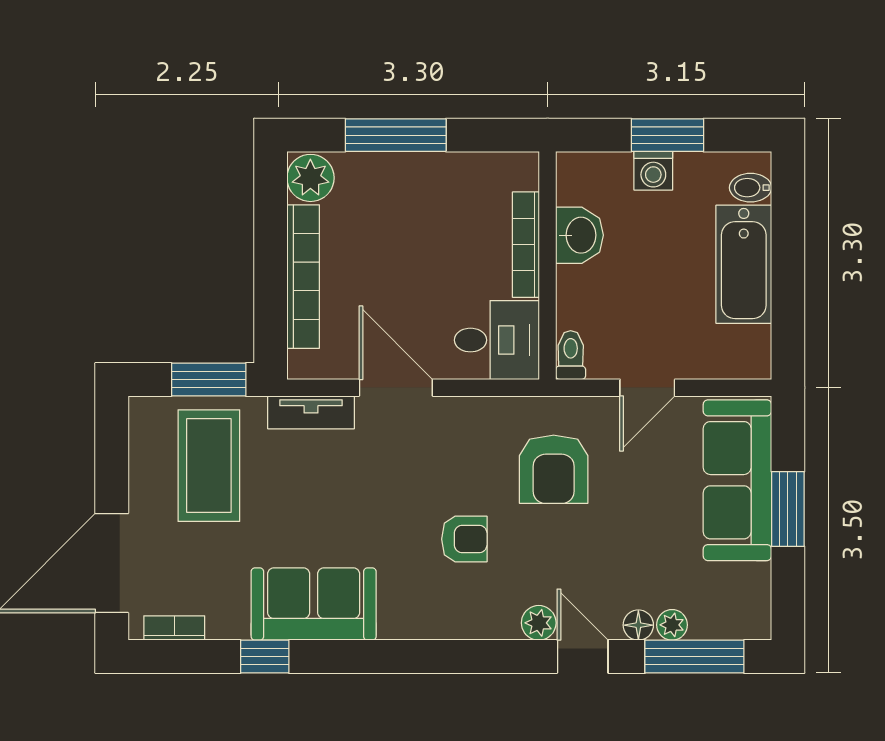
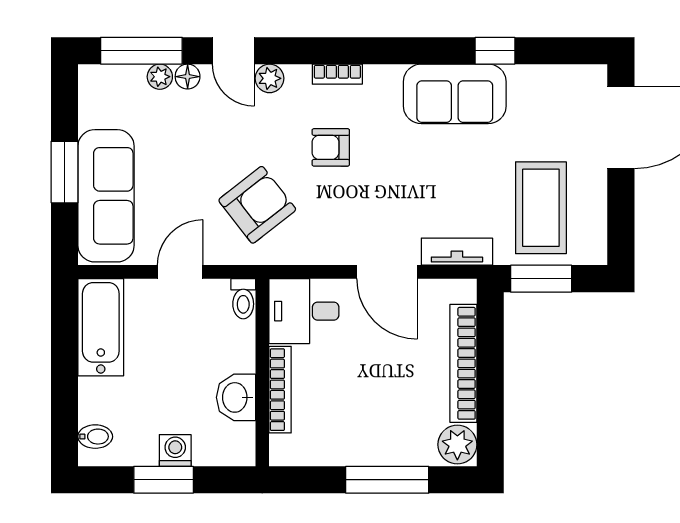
bathtub: (744, 264) -> (101, 327), moved
armchair: (554, 469) -> (257, 205), turned 52
bookcase: (174, 628) -> (337, 74), moved

